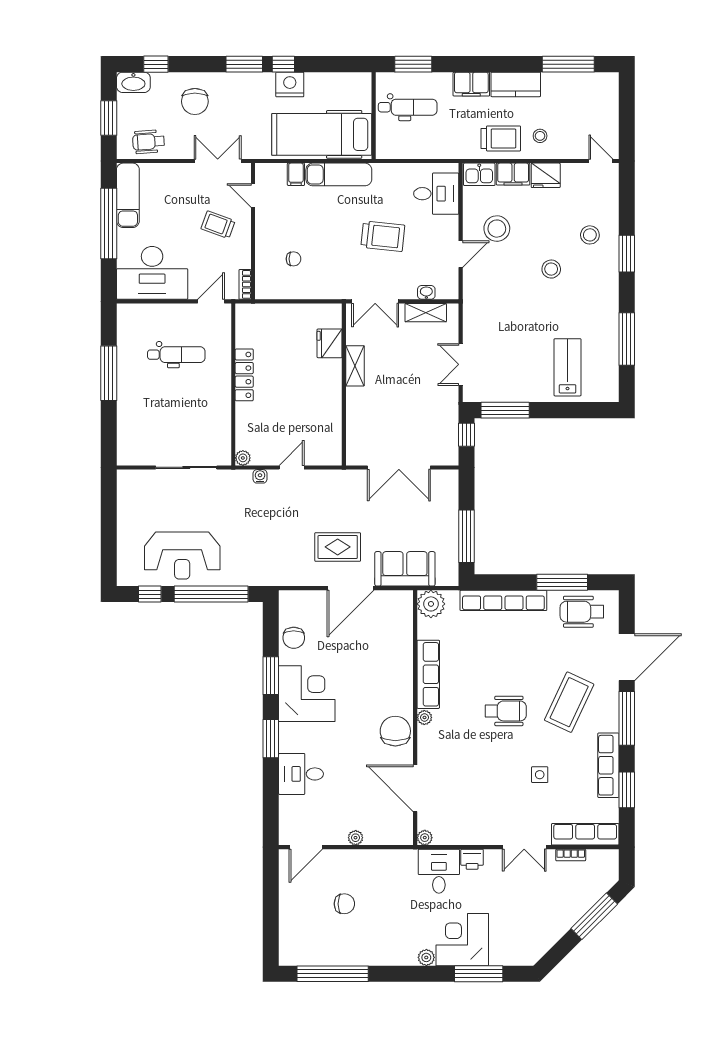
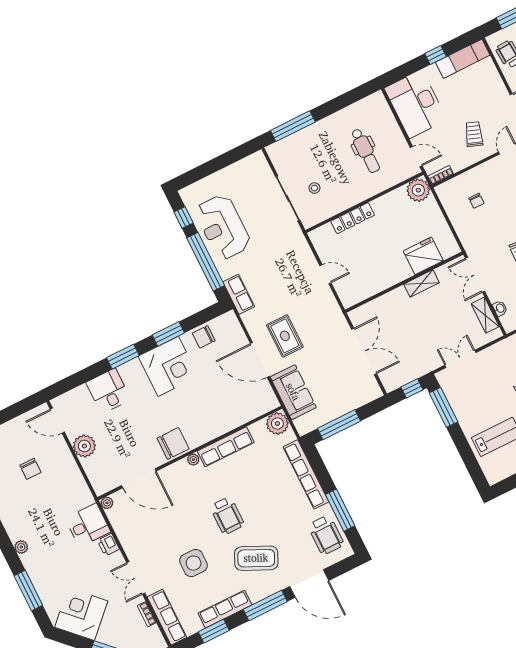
window: (109, 224) -> (435, 55), width x0.32
fridge: (330, 343) -> (423, 256), width x1.36, depth x1.34
window: (109, 373) -> (293, 126), moved
locker: (244, 375) -> (353, 218), moved
stool: (190, 432) -> (314, 188), added
plant: (243, 458) -> (418, 190), moved, width x1.88, depth x1.88
double door: (399, 467) -> (364, 351), swing flipped
water cooler: (260, 476) -> (308, 255), removed
row of seats: (266, 575) -> (239, 294), added
wheelchair: (582, 612) -> (326, 535), turned 180
side table: (540, 775) -> (194, 563), width x1.87, depth x1.87
door: (415, 788) -> (139, 478), swing flipped
plant: (356, 838) -> (84, 446), width x1.88, depth x1.88
corner desk: (462, 940) -> (81, 614), moved, turned -45

